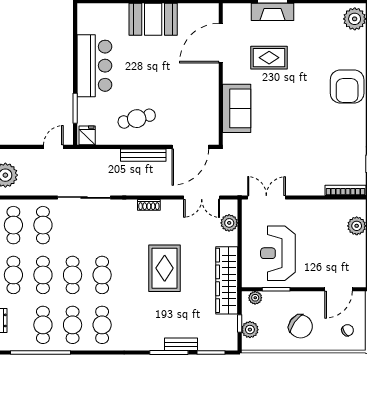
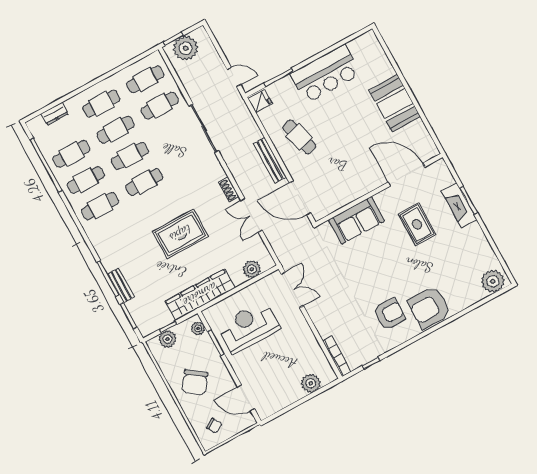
armchair: (334, 124) -> (389, 314), added
double door: (202, 197) -> (251, 215), moved

